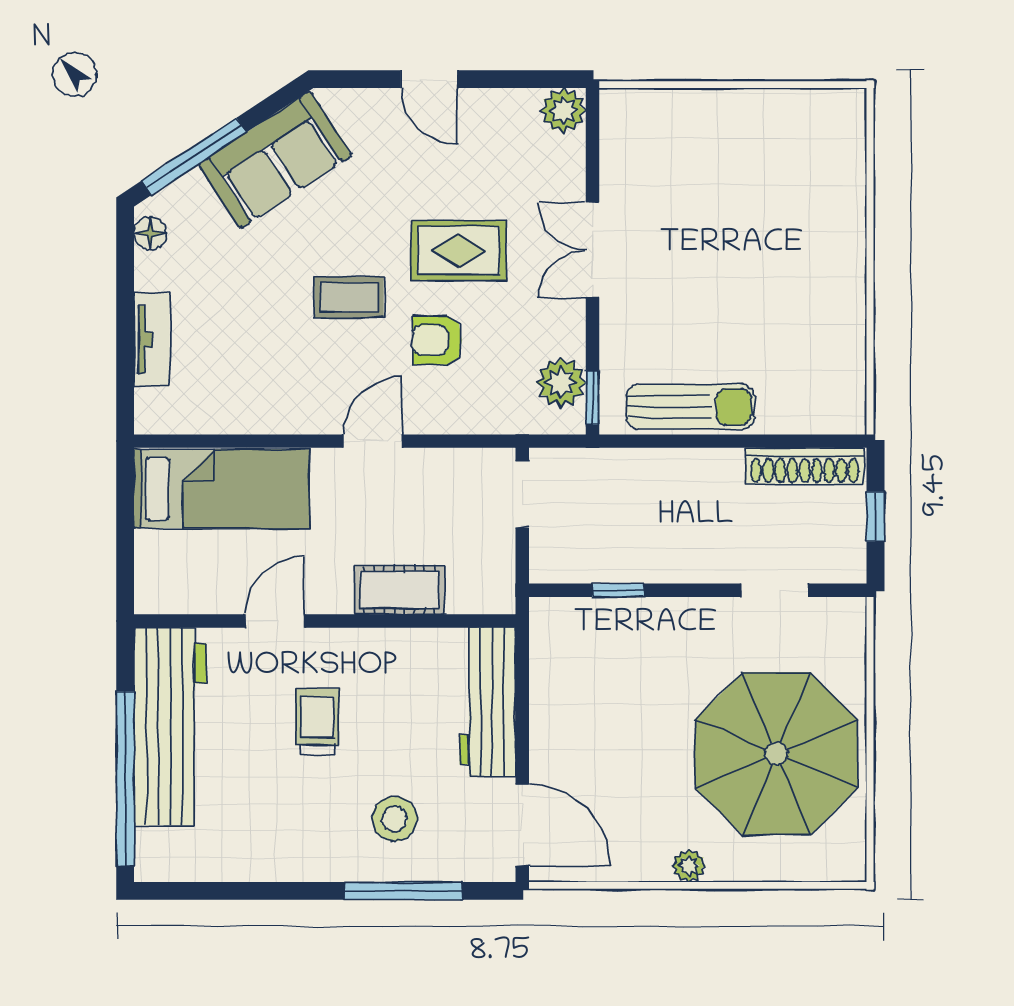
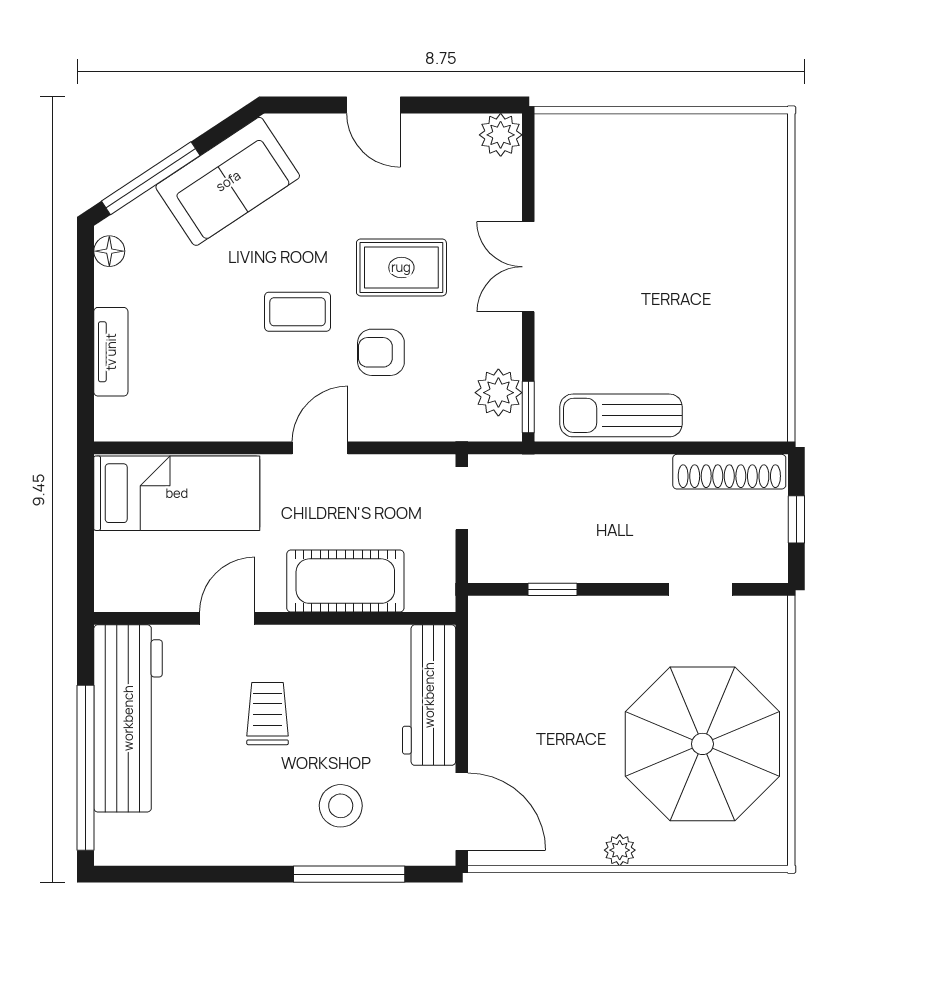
sun lounger: (690, 407) -> (621, 415), turned 180
cot: (399, 590) -> (345, 581), width x1.37, depth x1.34

